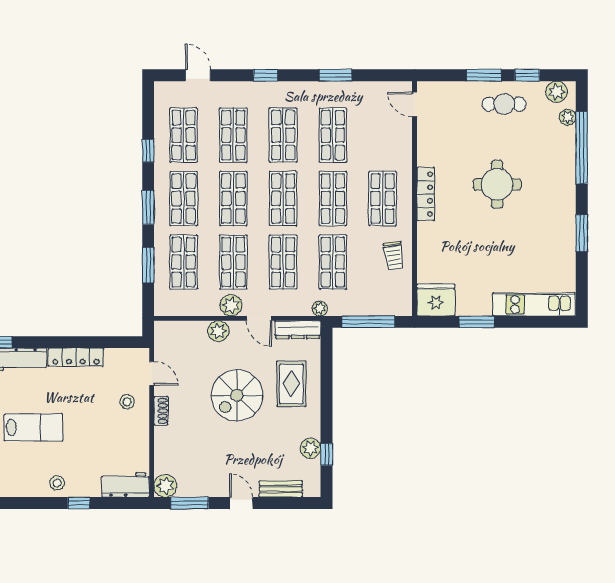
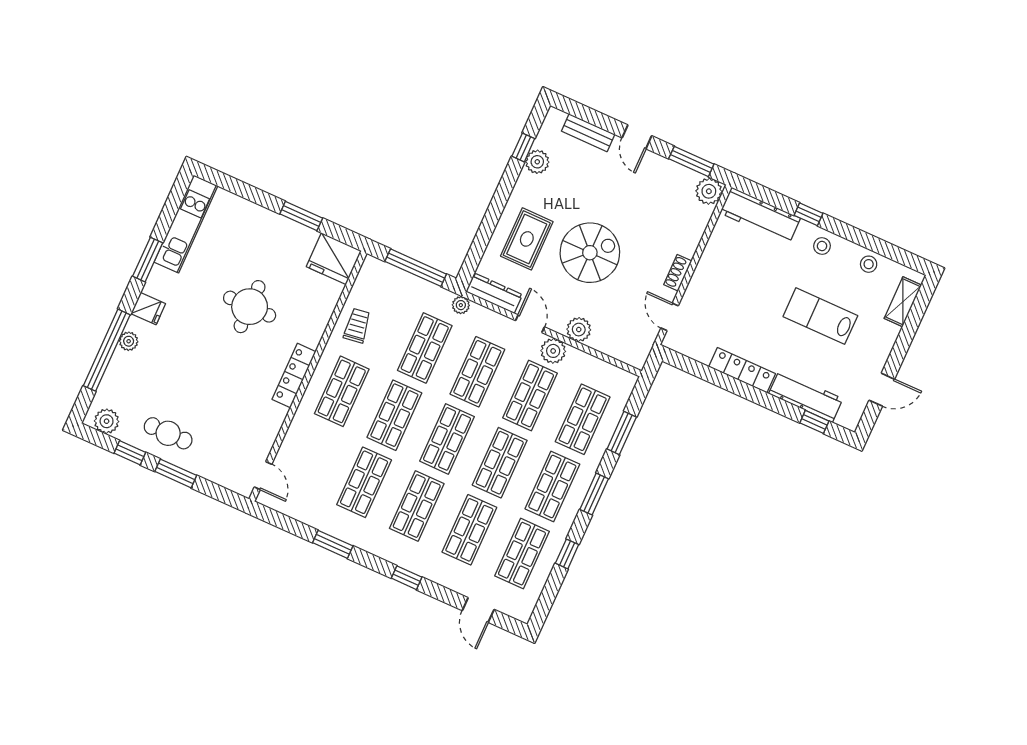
plant: (568, 117) -> (129, 341), moved
round table: (497, 184) -> (250, 307), moved
fridge: (564, 195) -> (148, 309), added
kitchen unit: (534, 304) -> (186, 224), moved, turned -90
stool: (127, 402) -> (869, 264), moved
workbench: (125, 485) -> (760, 216), width x1.38

